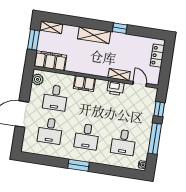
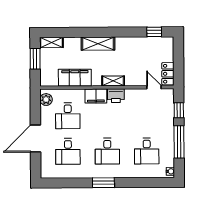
window: (120, 28) -> (154, 32), moved
locker: (157, 56) -> (168, 74), moved
filing cabinet: (50, 61) -> (75, 78), moved
shelving: (119, 75) -> (113, 81), moved
printer: (115, 88) -> (116, 96), moved

